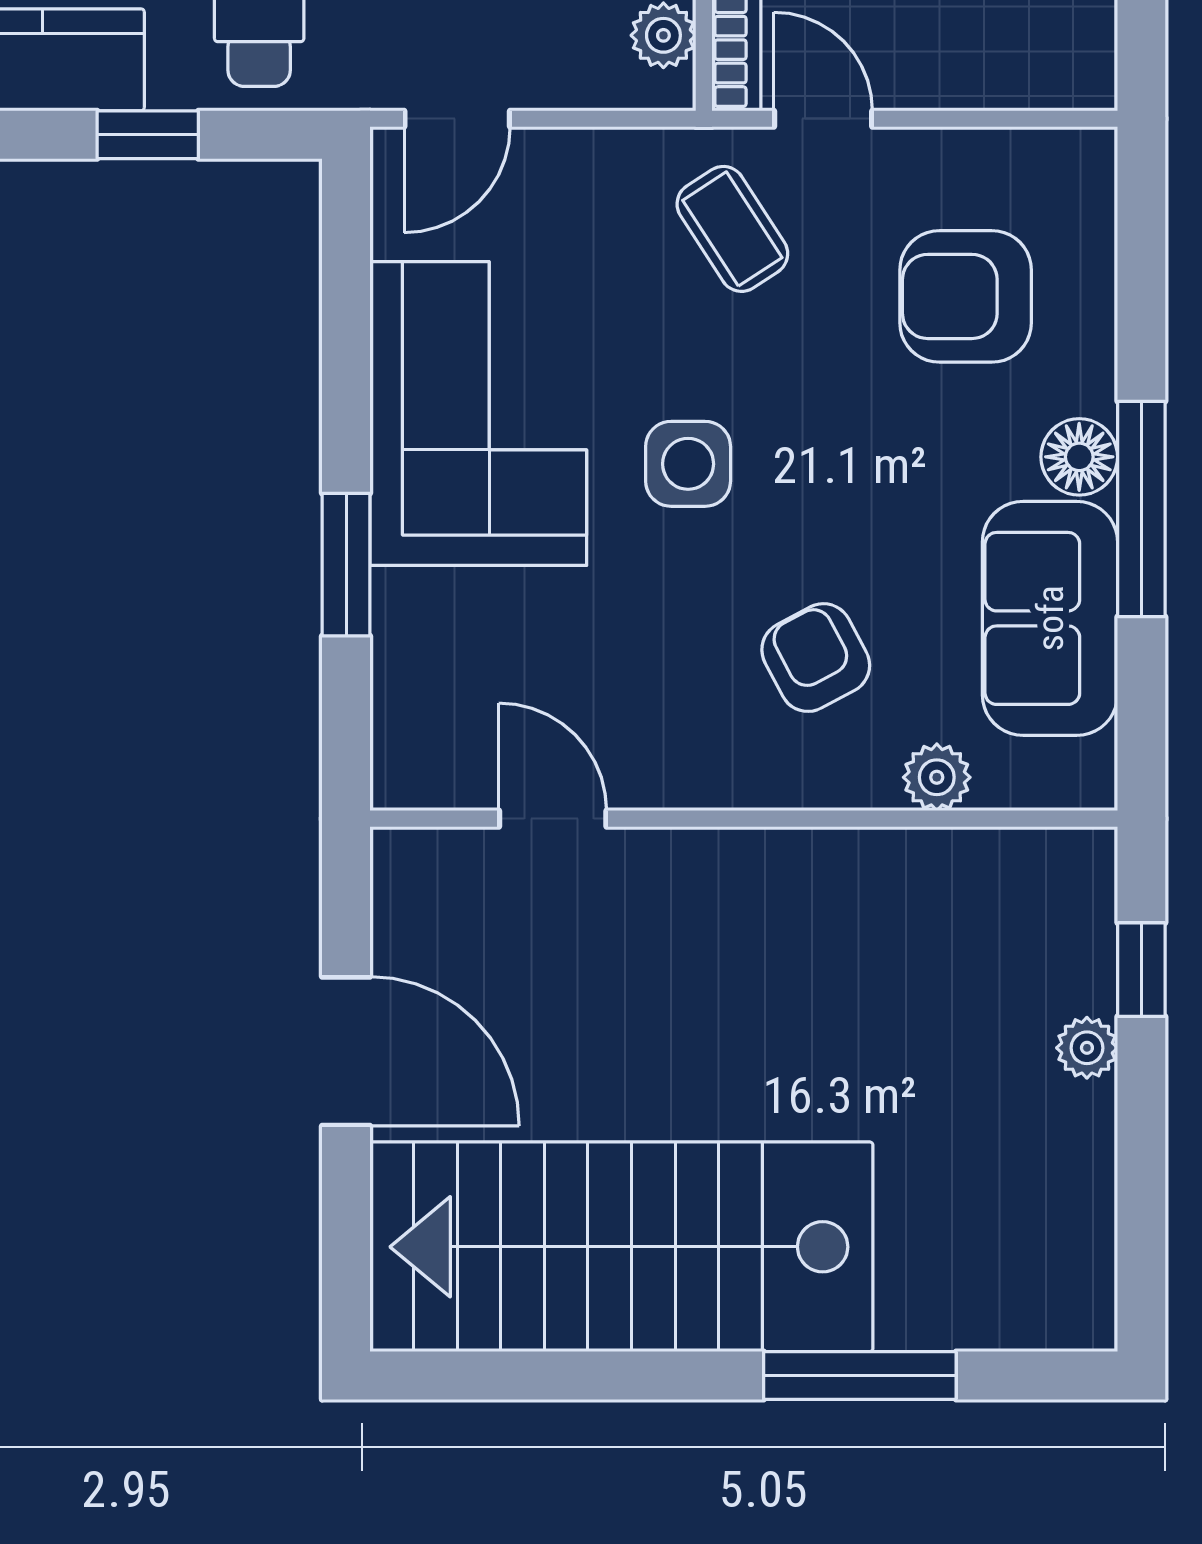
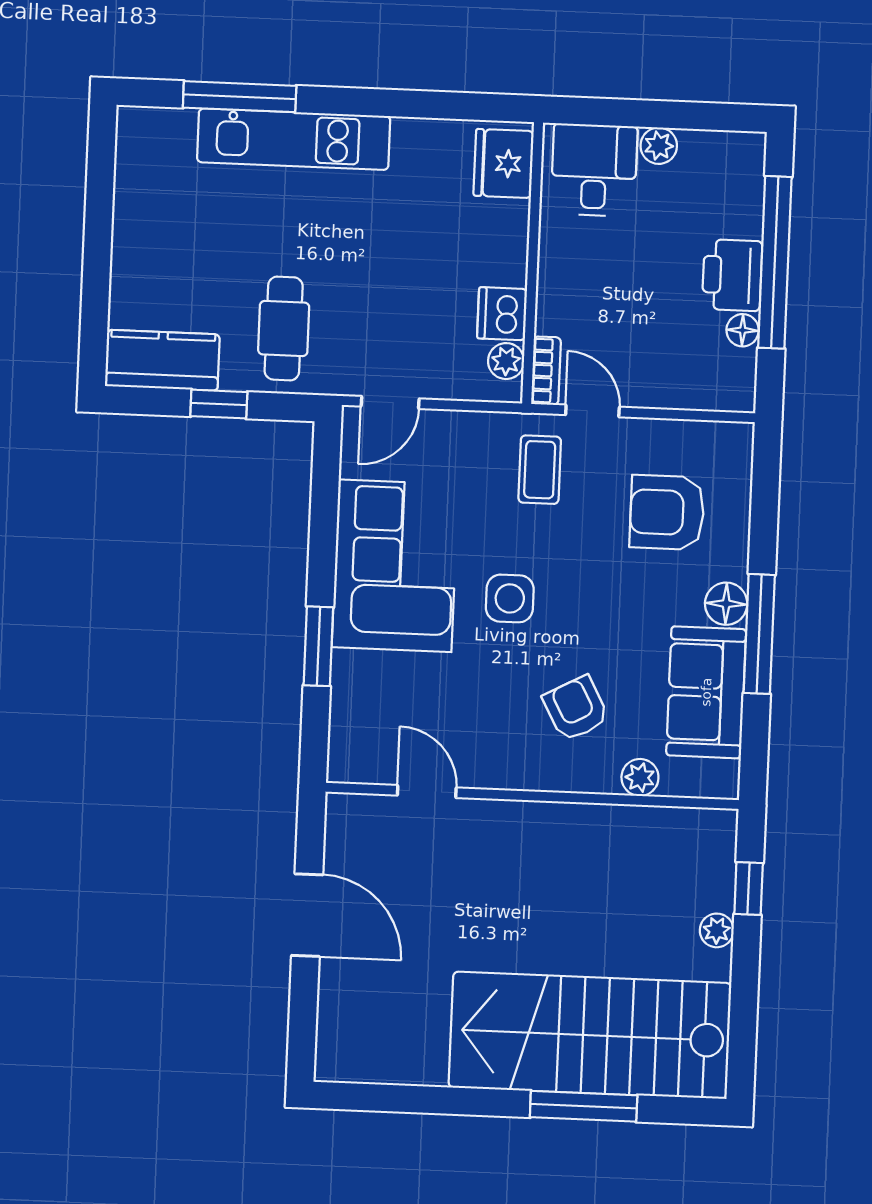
coffee table: (732, 229) -> (540, 470), turned 33
stairs: (621, 1247) -> (590, 1035), moved

